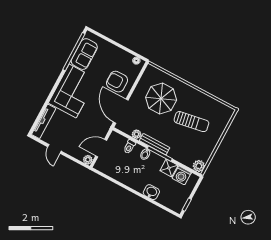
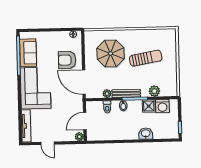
plant: (199, 166) -> (154, 91), moved

